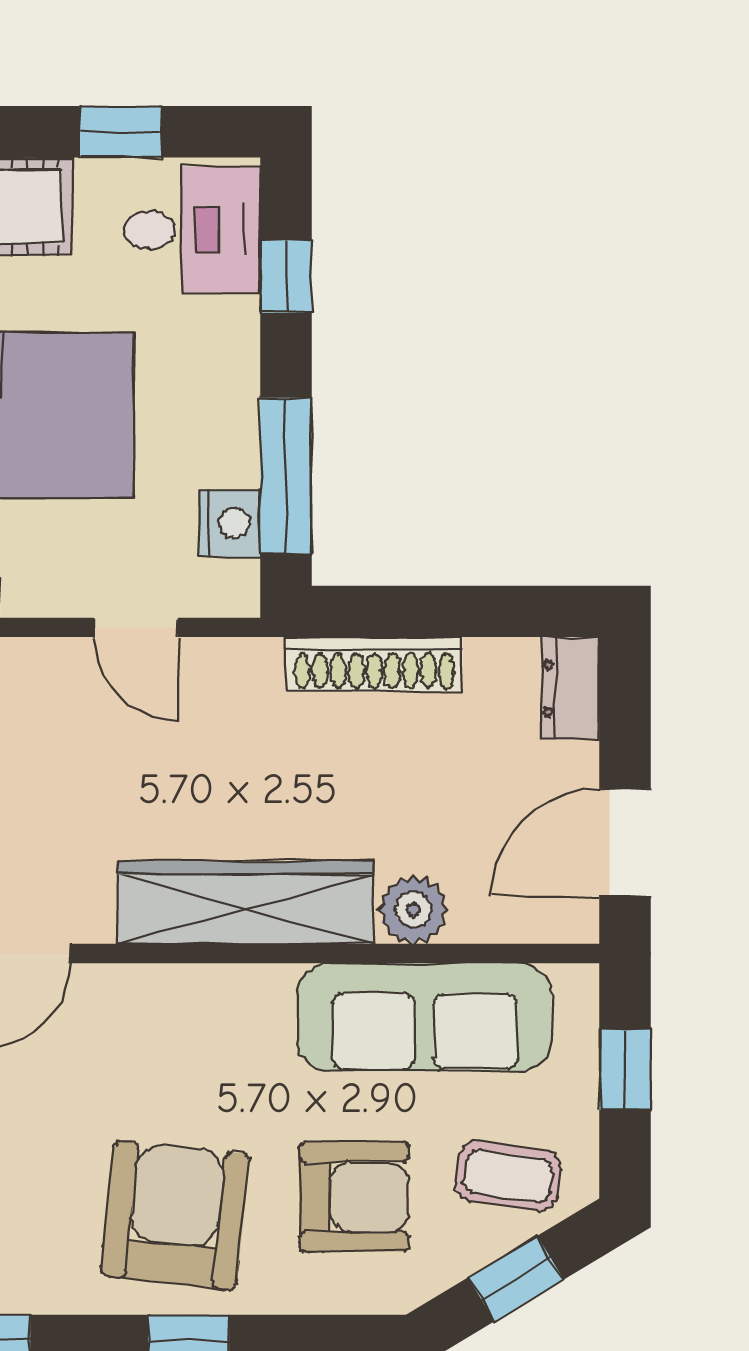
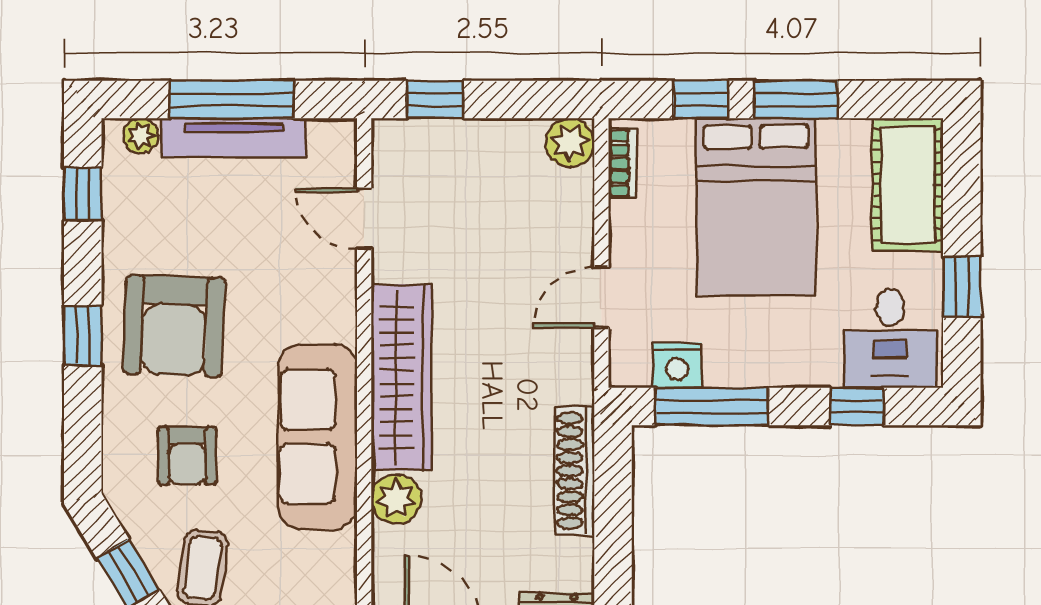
sofa: (424, 1017) -> (318, 437), moved
armchair: (354, 1197) -> (187, 456), width x0.72, depth x0.72
armchair: (175, 1215) -> (174, 326), turned 86

